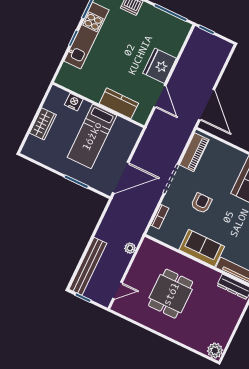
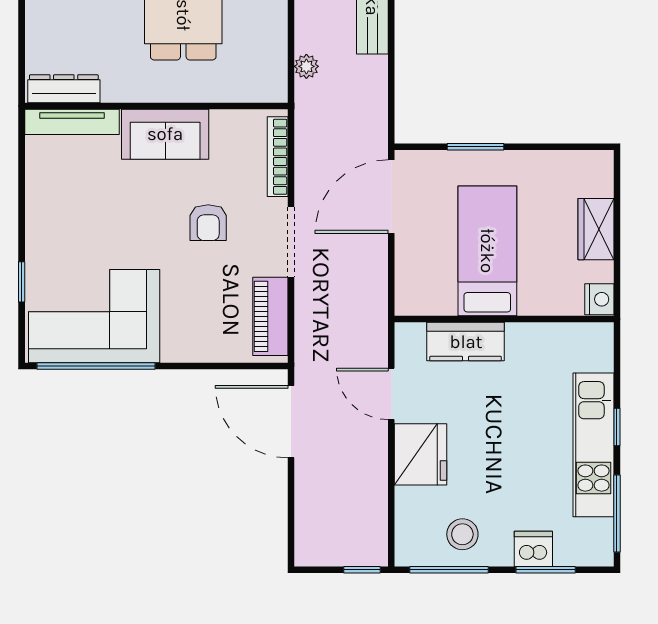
stool: (158, 25) -> (462, 534), added
nightstand: (74, 102) -> (599, 299), moved, turned -90
bookcase: (160, 217) -> (278, 157), width x1.56

